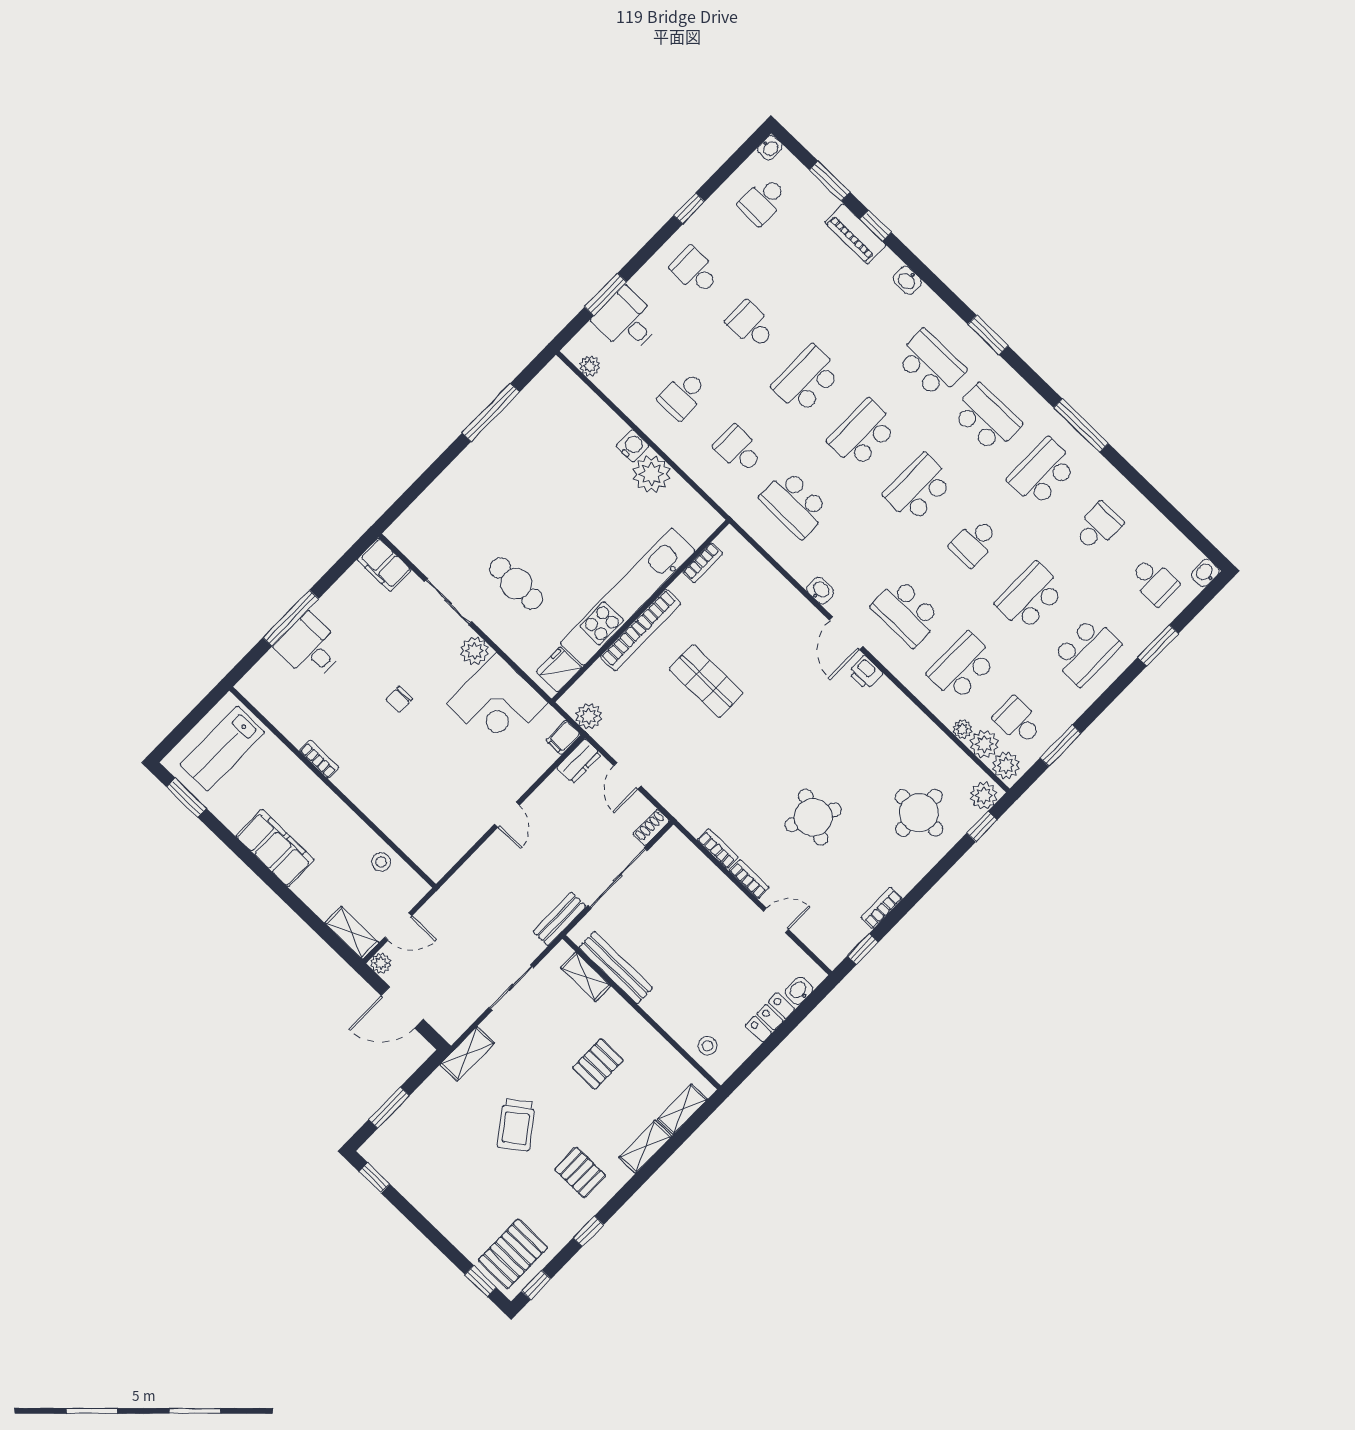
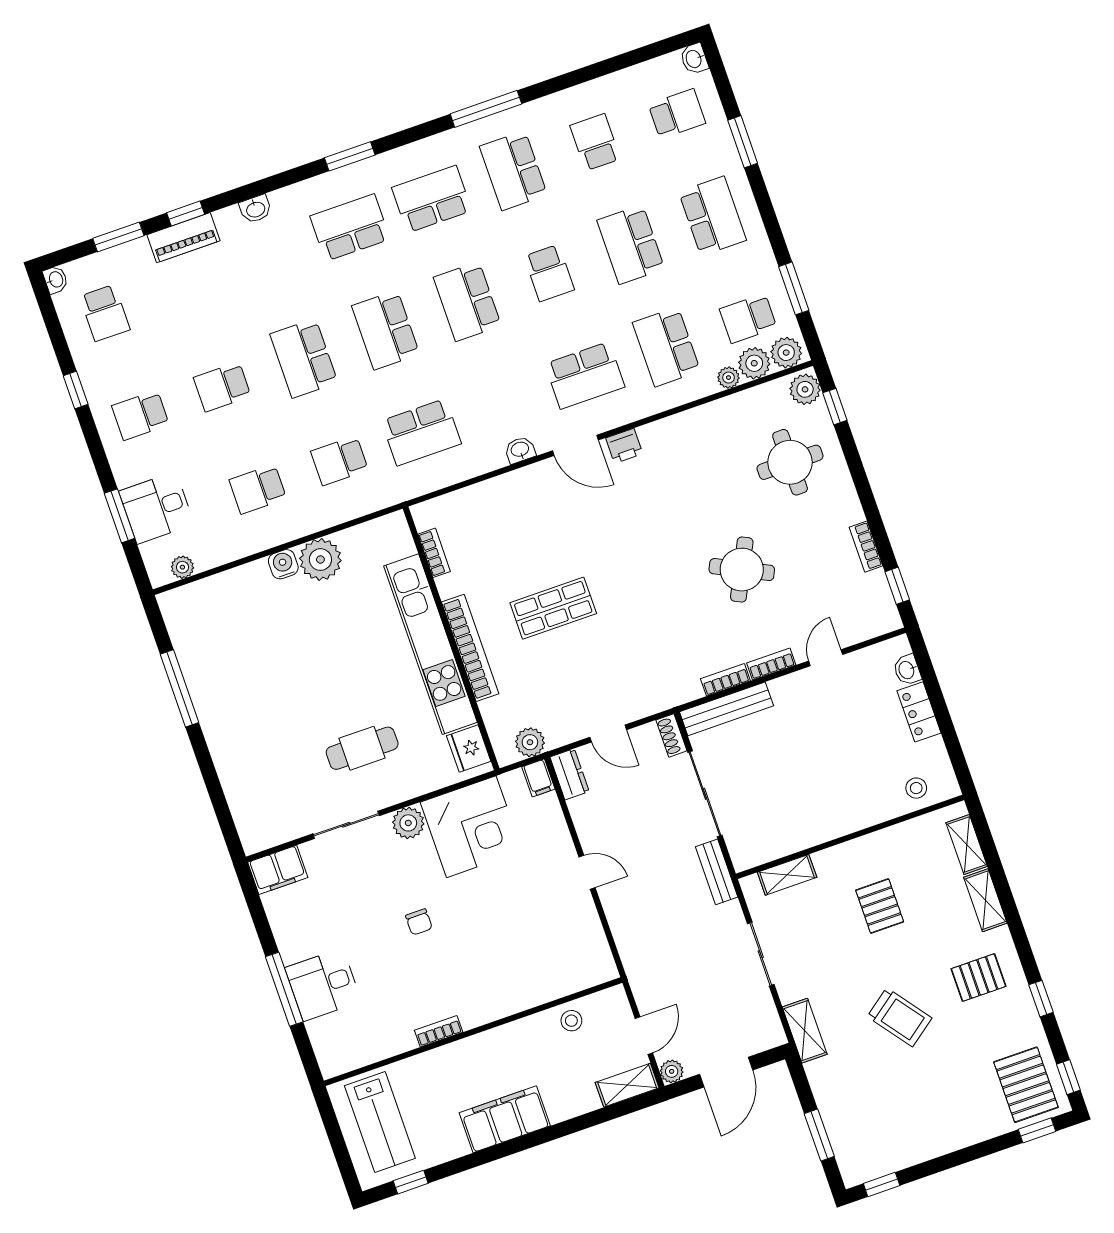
school desk: (683, 395) -> (258, 489), turned 90
window: (186, 798) -> (411, 1182), width x0.67
bench: (616, 968) -> (726, 709), moved

